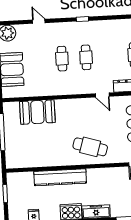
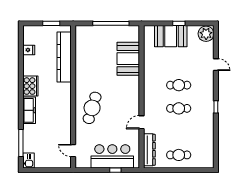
door: (39, 21) -> (216, 65), hinge flipped
kitchen counter: (60, 177) -> (64, 57), moved

